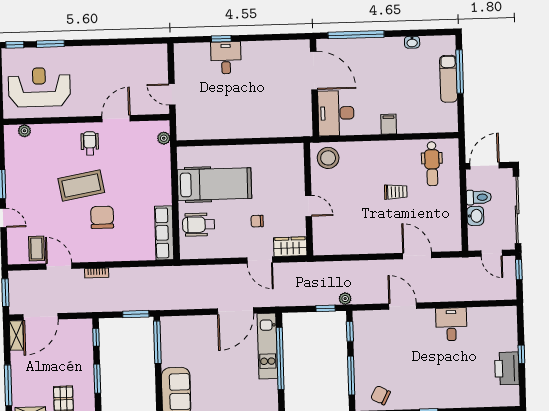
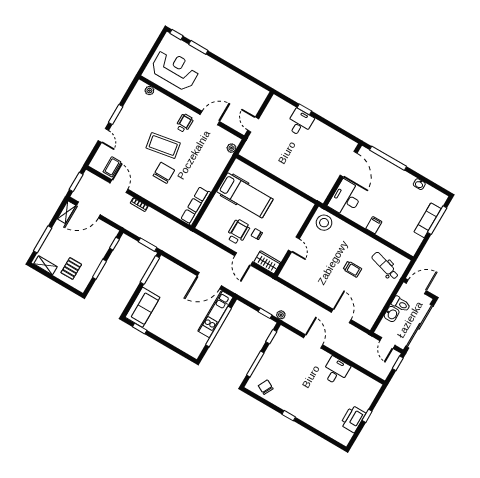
dental chair: (432, 164) -> (385, 266), turned 106
wheelchair: (199, 225) -> (238, 232), moved, turned 90

